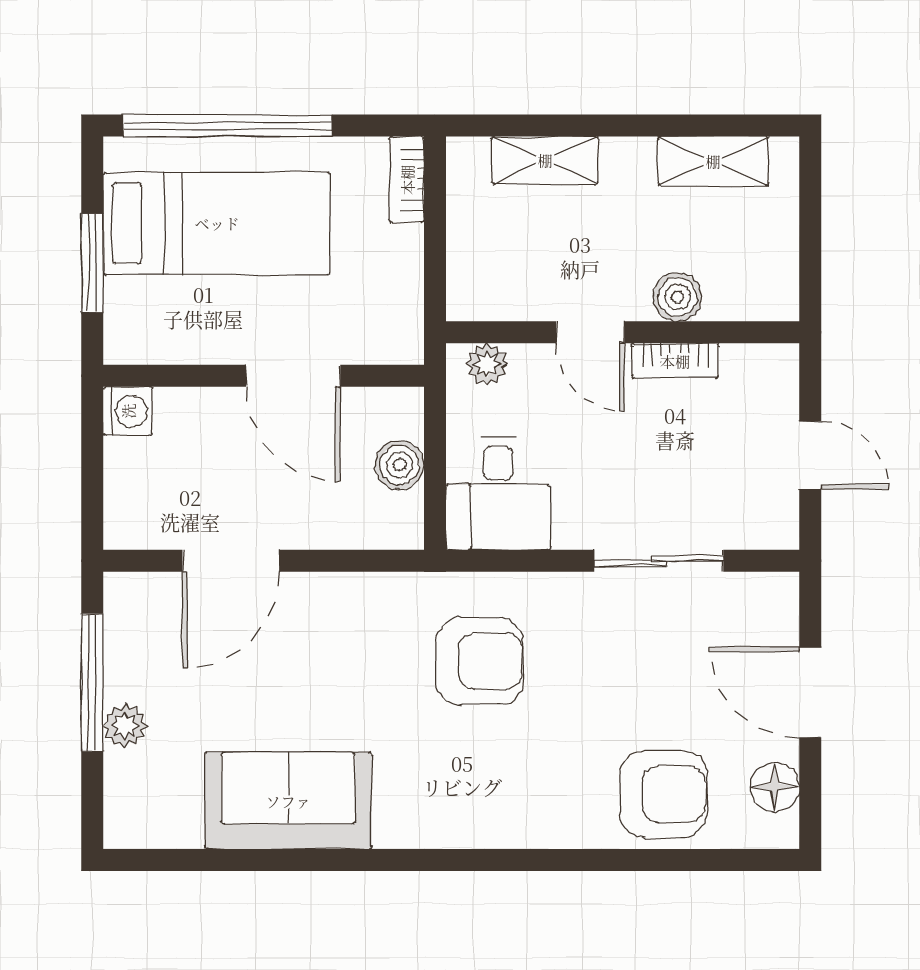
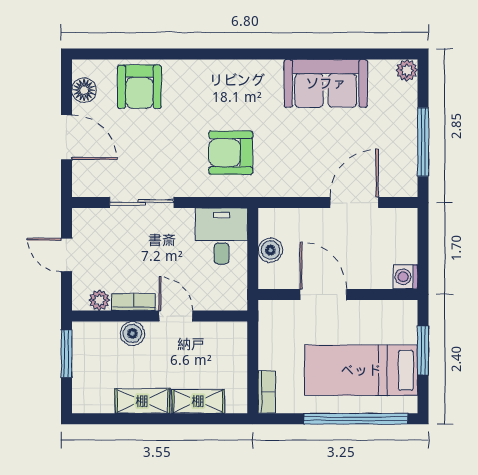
shelving: (713, 161) -> (142, 401), moved
window: (810, 256) -> (66, 354), added
plant: (487, 364) -> (99, 300), moved
plant: (125, 726) -> (407, 70), moved
armchair: (663, 794) -> (139, 87), turned -90

